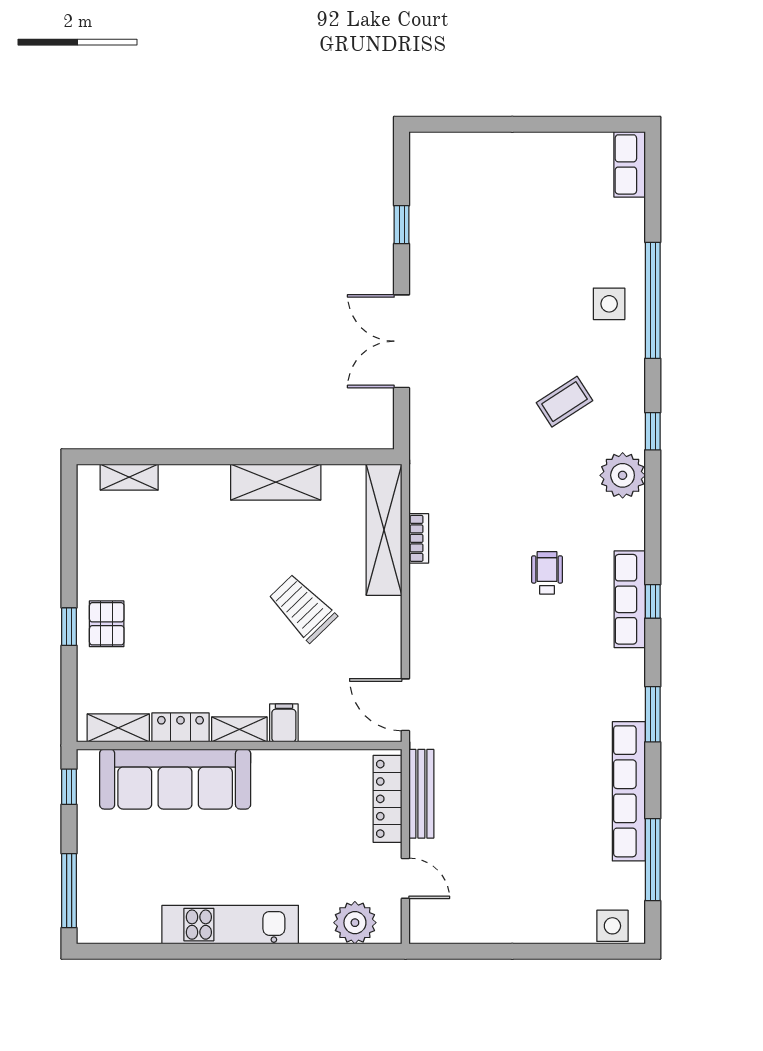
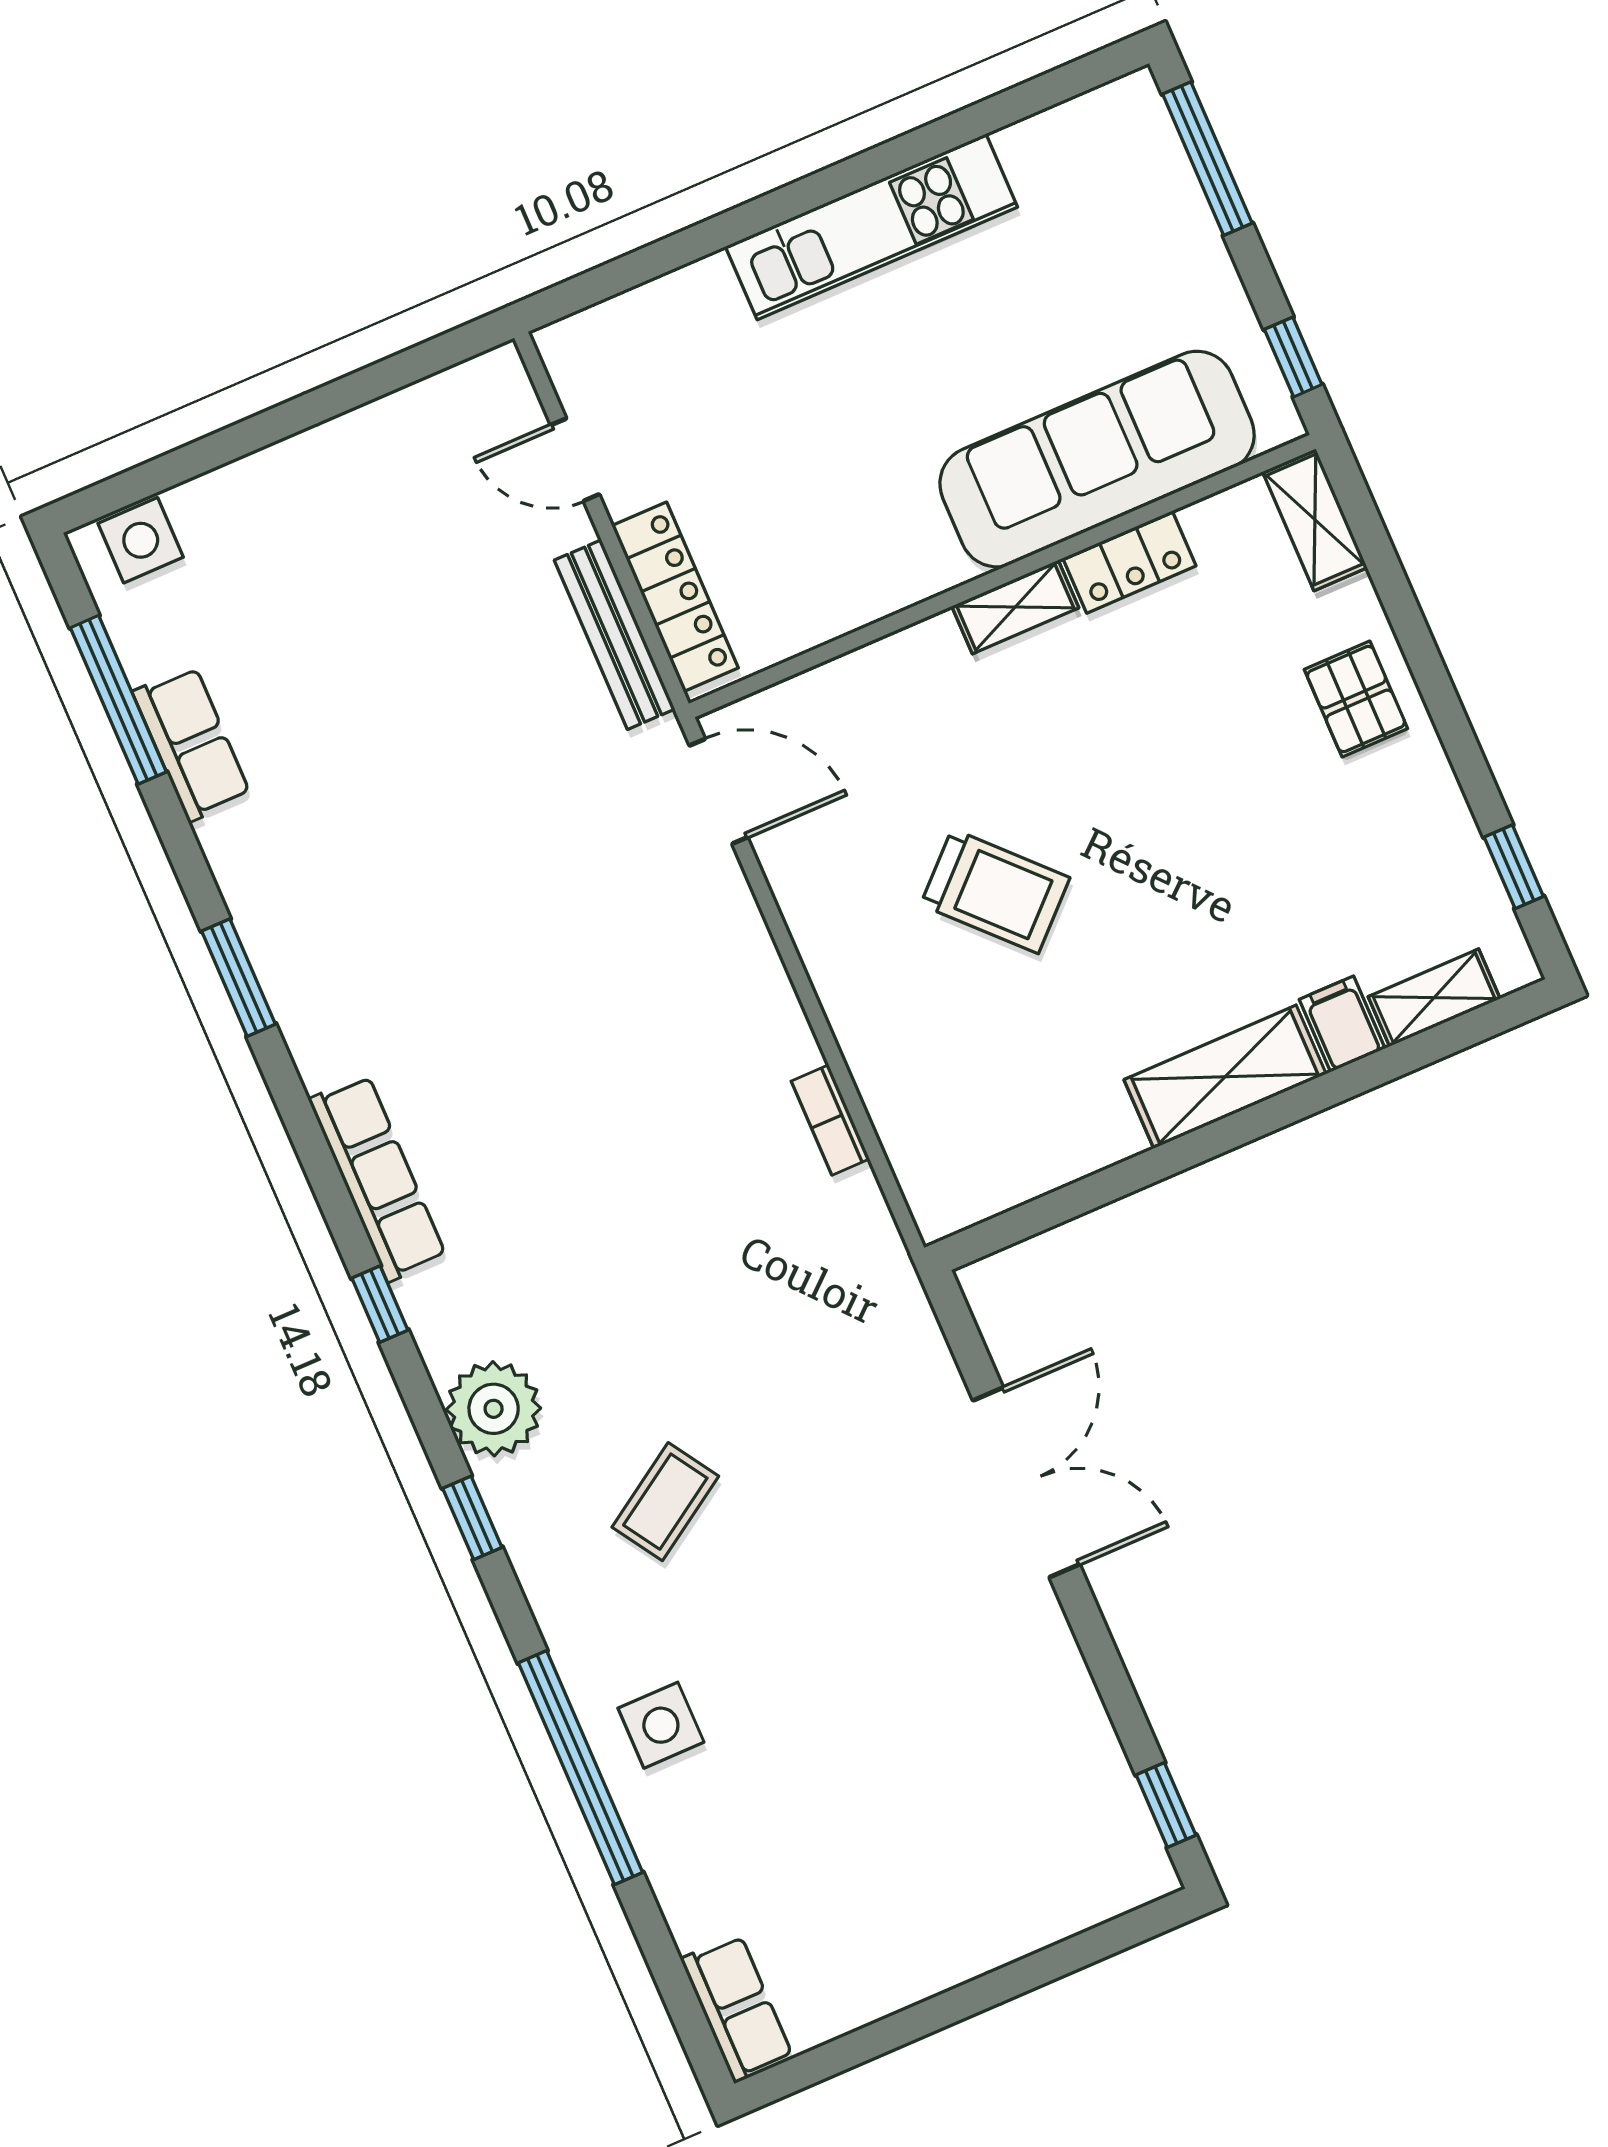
window: (402, 225) -> (1166, 1805), moved
shelving: (276, 482) -> (1225, 1077), moved
shelving: (384, 530) -> (904, 1108), removed
wheelchair: (547, 573) -> (557, 1160), removed
window: (653, 601) -> (380, 1304), moved
window: (69, 627) -> (1514, 867), moved
filing cabinet: (284, 723) -> (1342, 1024), moved, turned 180
shelving: (118, 728) -> (1315, 520), moved, turned 90
row of seats: (629, 791) -> (192, 744), width x0.50
plant: (355, 923) -> (635, 334), removed

